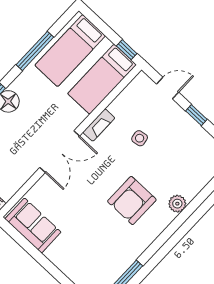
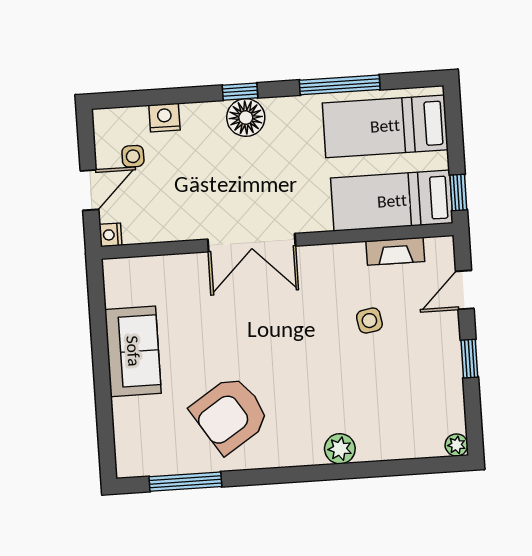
door: (168, 88) -> (465, 290), swing flipped
fireplace: (99, 125) -> (395, 251), moved
armchair: (132, 201) -> (230, 415), moved, turned -33
sofa: (33, 226) -> (133, 351), moved

